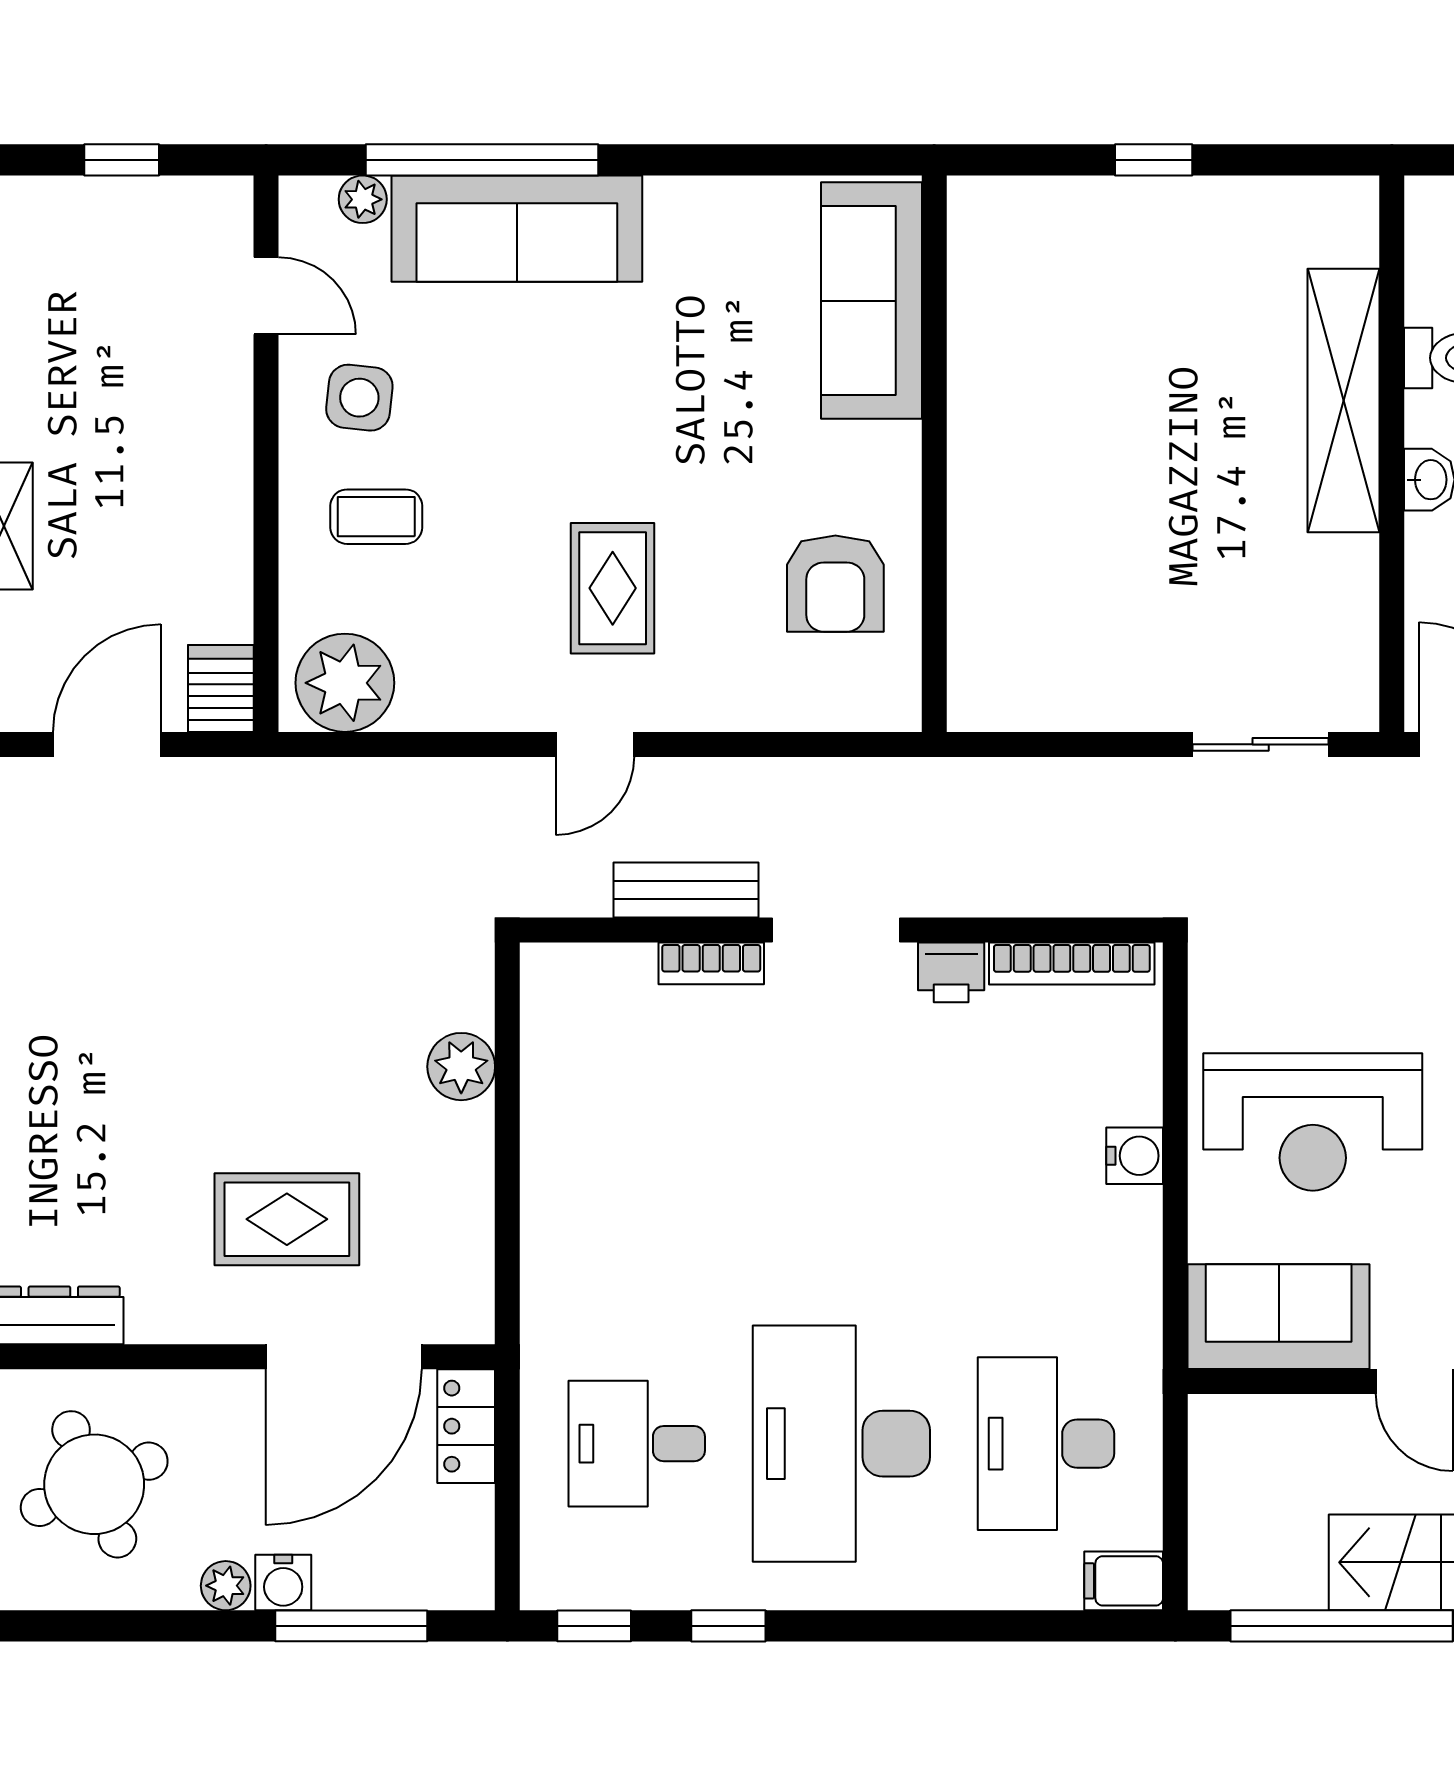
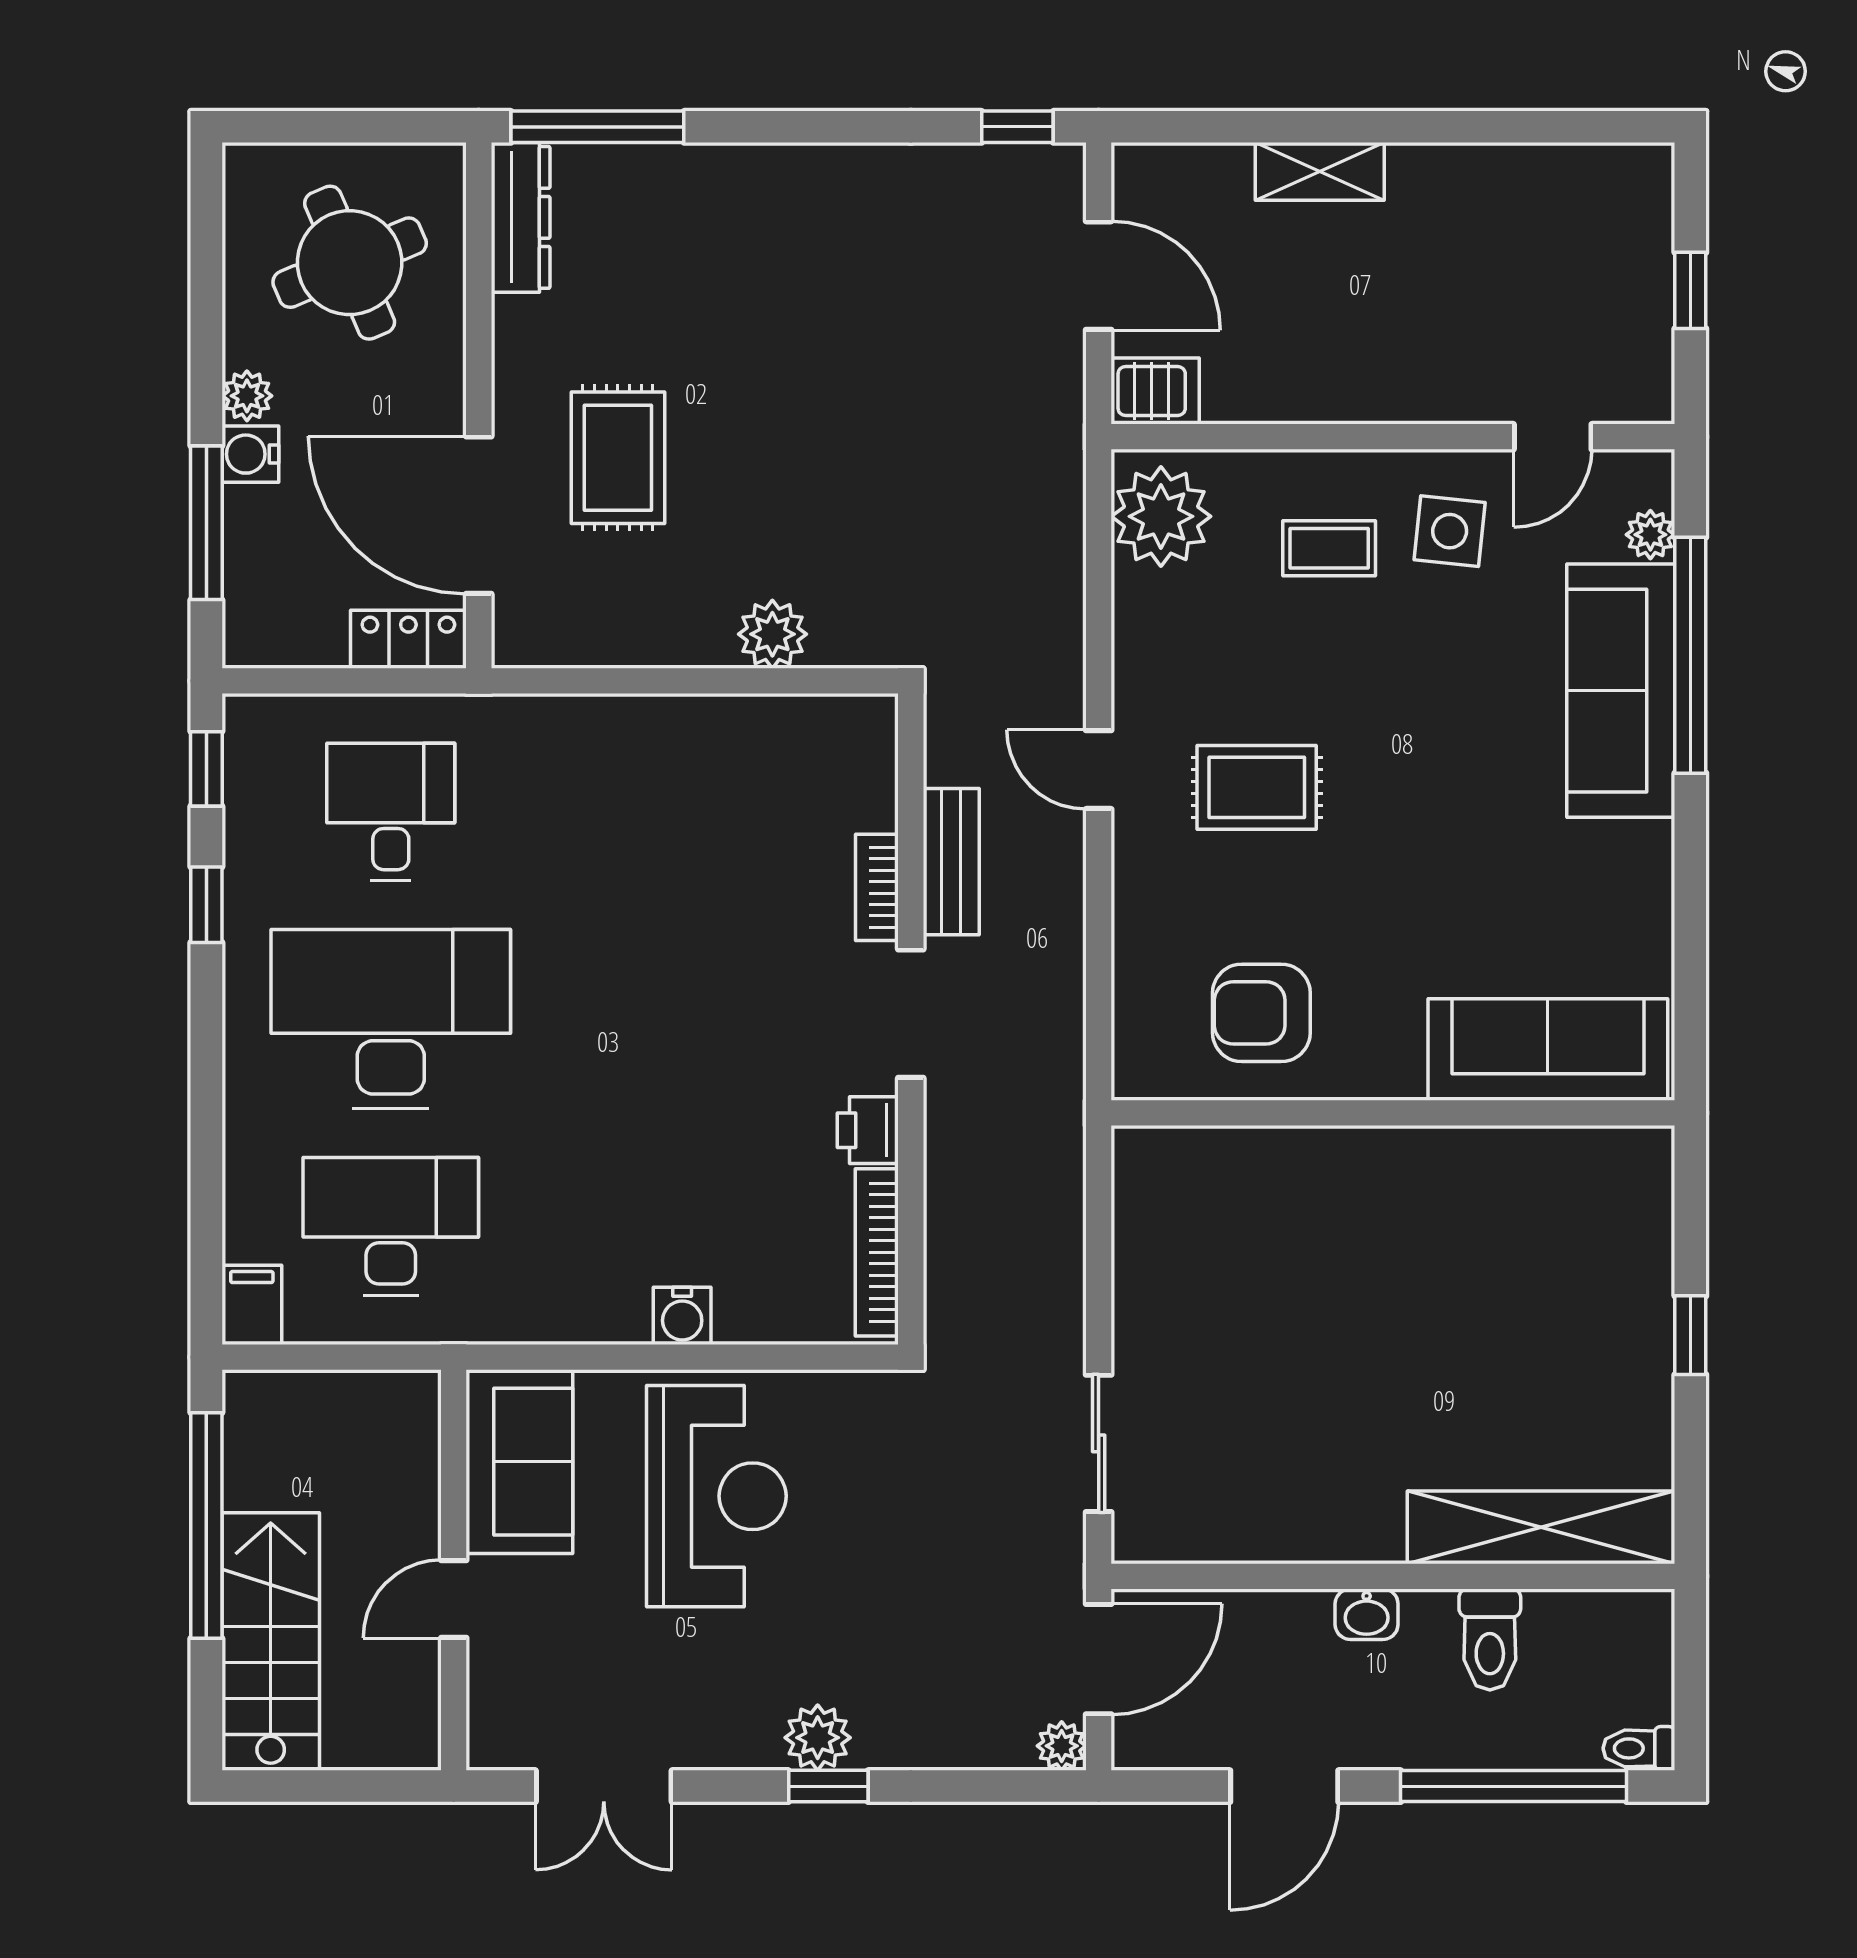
shelving: (1343, 401) -> (1541, 1527), moved
coffee table: (376, 517) -> (1329, 548), turned 90
reception desk: (1313, 1122) -> (716, 1496), turned 180

